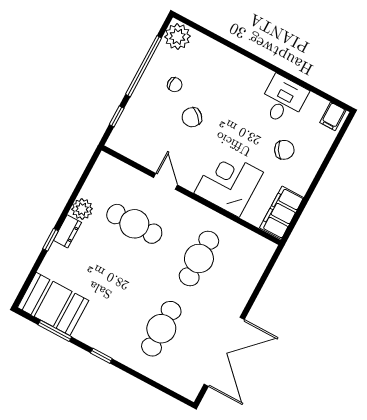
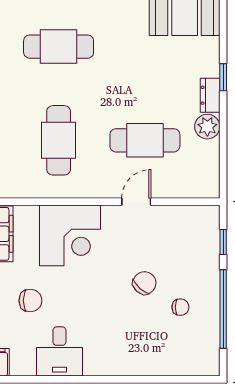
plant: (177, 37) -> (204, 359), removed
chair: (175, 85) -> (180, 307), turned 180
chair: (284, 150) -> (30, 301), turned -150
door: (165, 181) -> (136, 202), swing flipped
cafe table: (161, 329) -> (59, 47), turned 90

